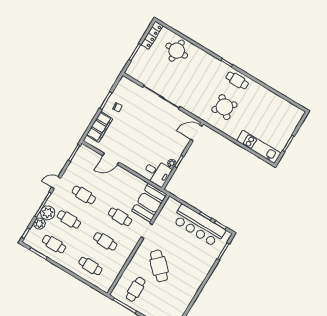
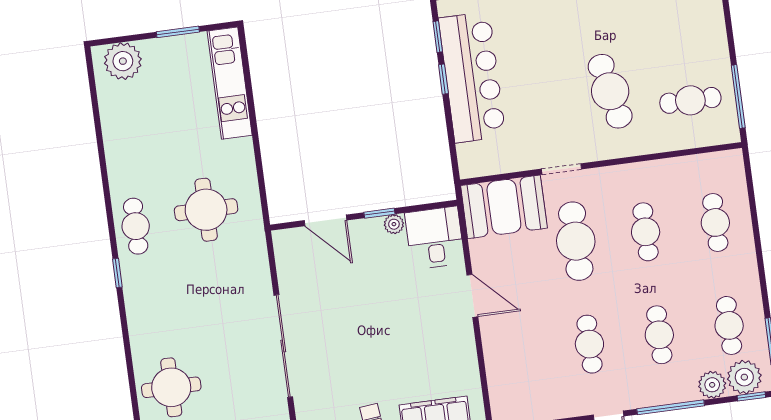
round table: (224, 107) -> (206, 210), turned 45
plant: (293, 118) -> (123, 61), added
door: (196, 133) -> (326, 220), moved
door: (111, 159) -> (472, 296), moved
plant: (48, 213) -> (744, 377), moved
cafe table: (120, 217) -> (576, 241), width x1.37, depth x1.35
cafe table: (159, 266) -> (610, 91), turned -57

